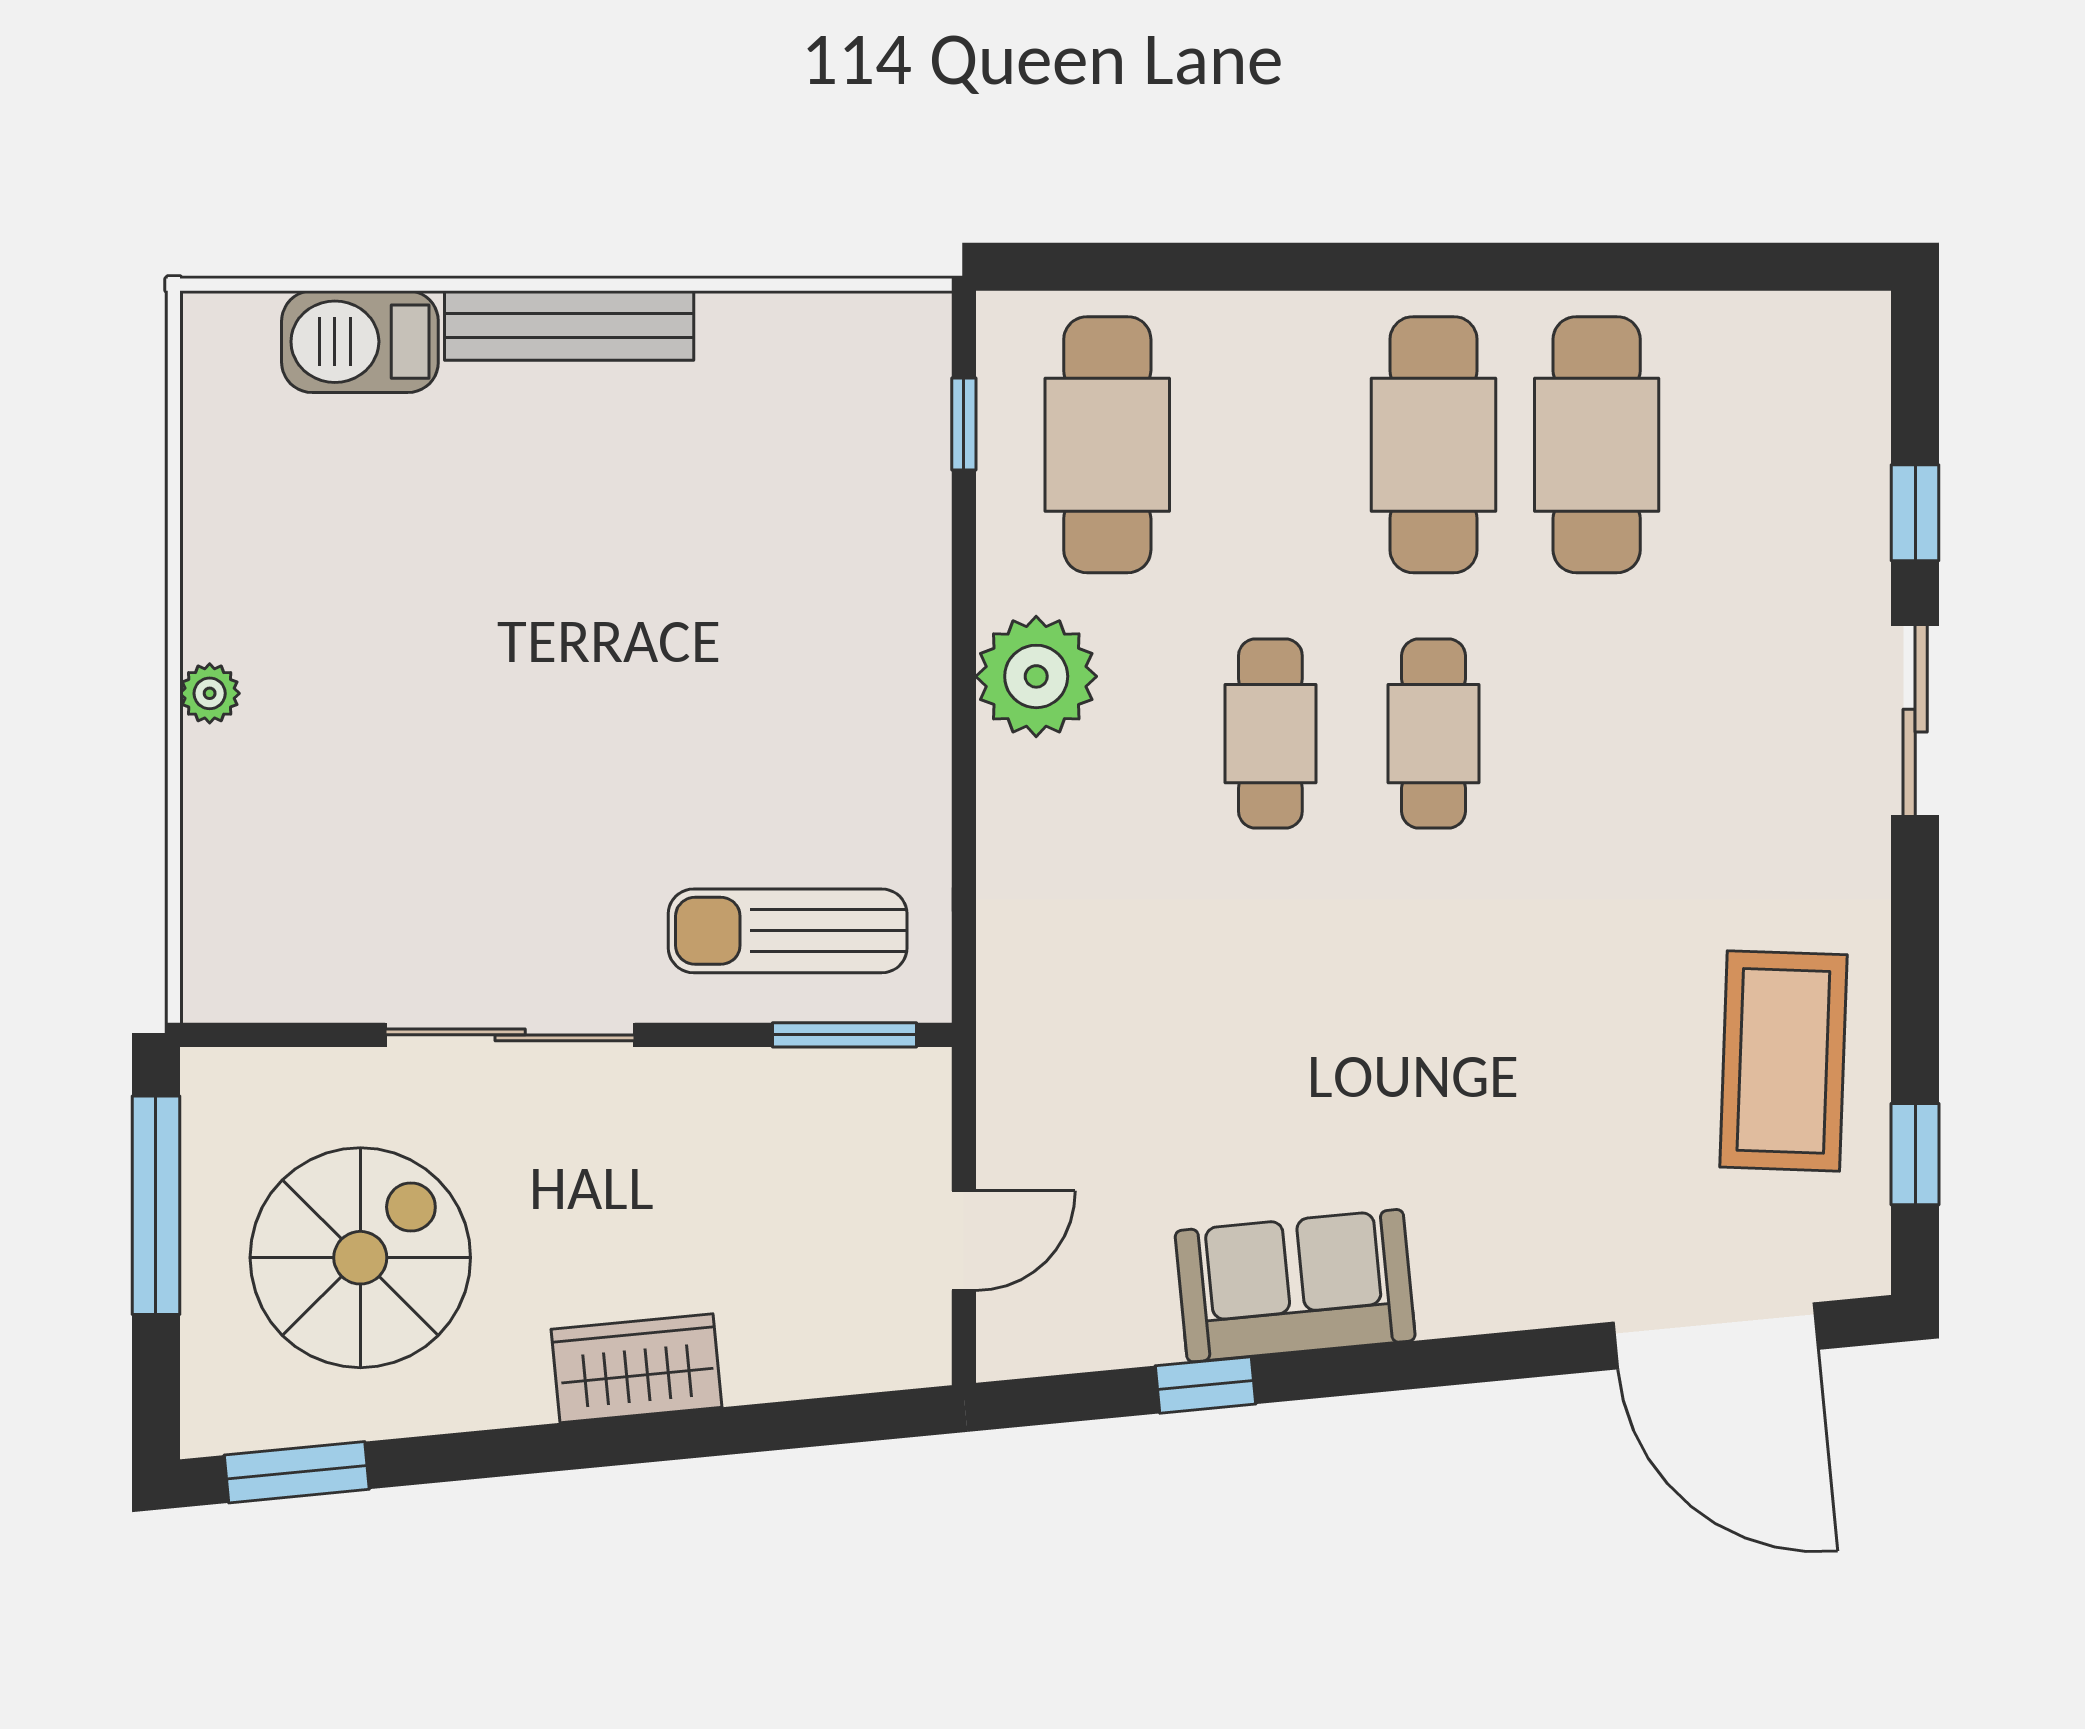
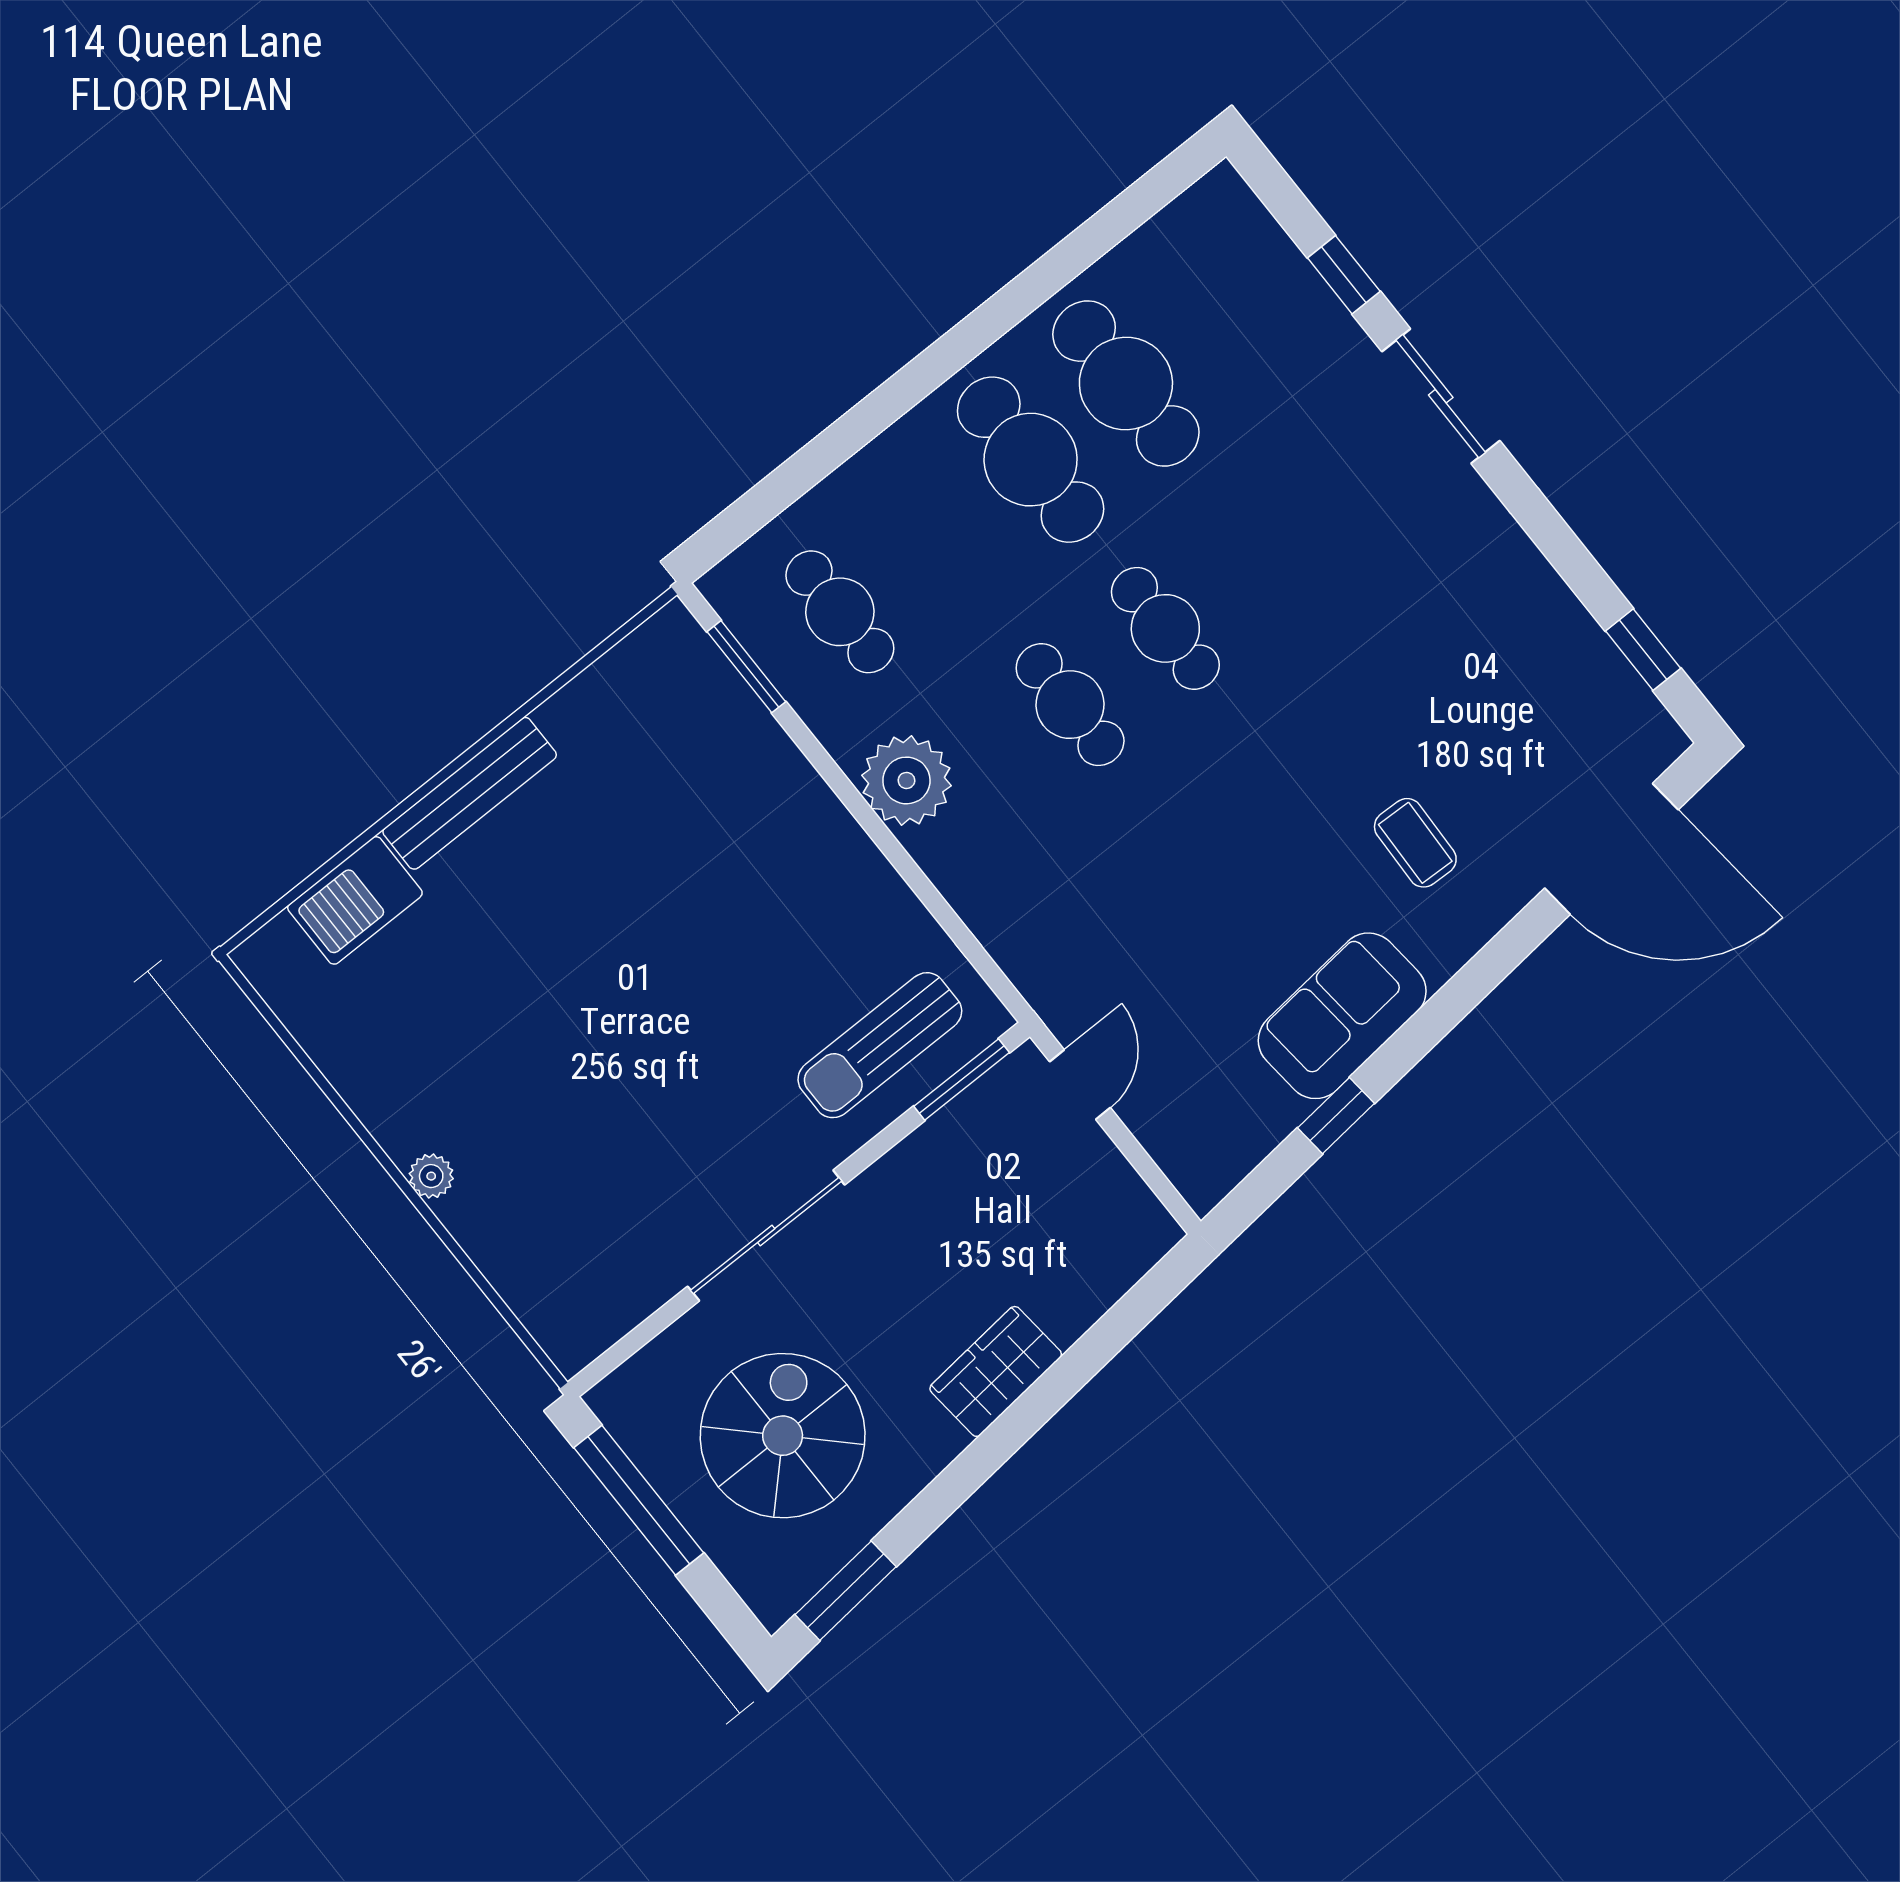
window: (964, 424) -> (746, 667), width x1.50
cafe table: (1107, 445) -> (840, 612), width x0.73, depth x0.74
coffee table: (1783, 1061) -> (1415, 843), moved, width x0.54, depth x0.58
door: (964, 1241) -> (1080, 1085), moved

